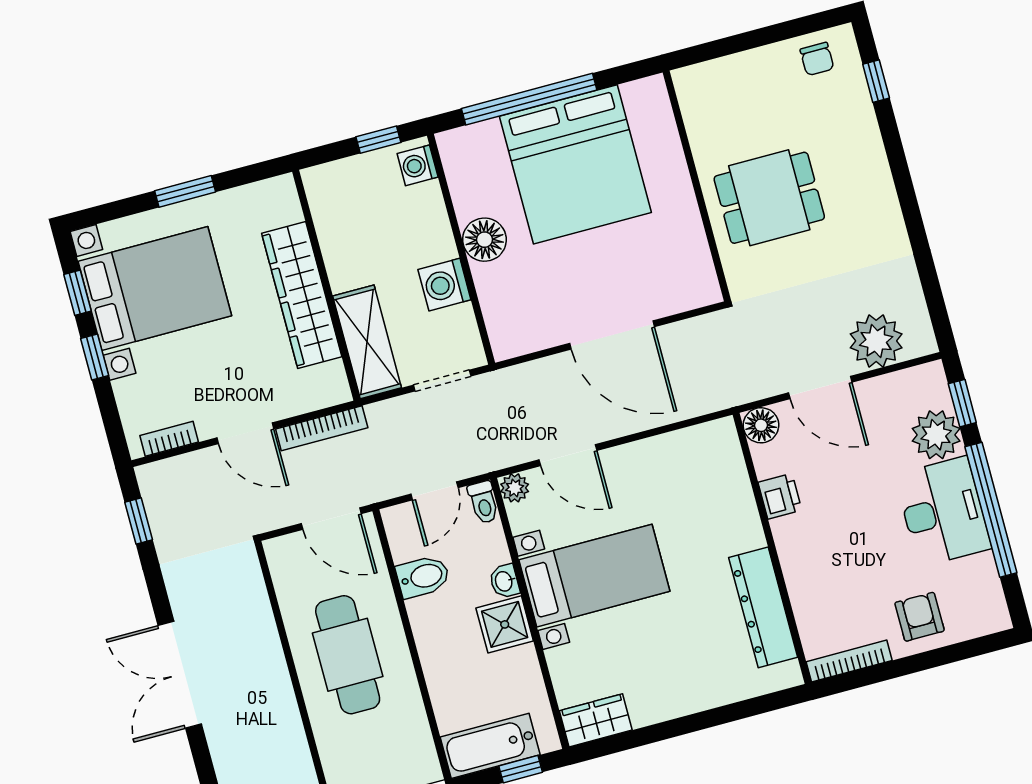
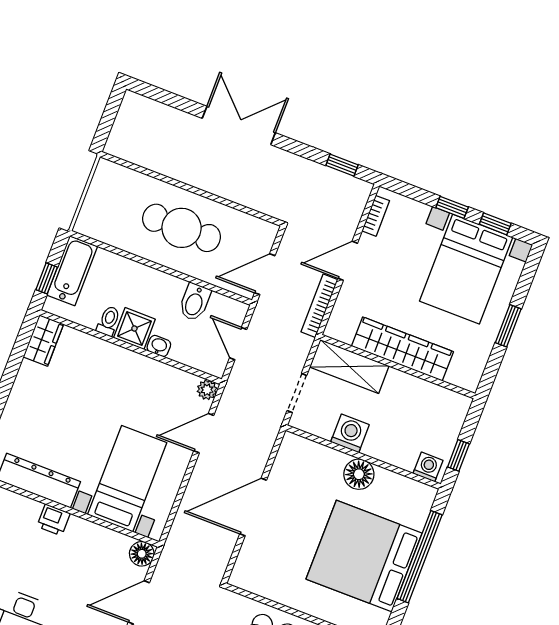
printer: (780, 496) -> (53, 520), moved
toilet: (483, 502) -> (109, 321), moved, turned 90
bed with nightstands: (594, 576) -> (127, 479), moved, turned 180

